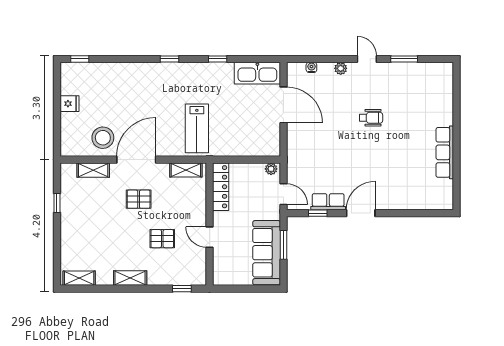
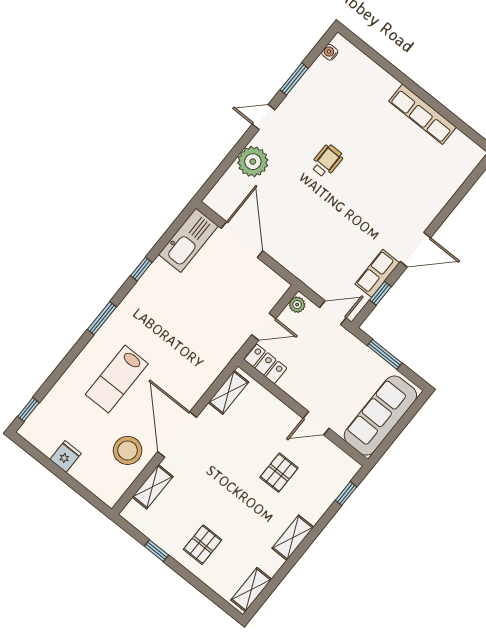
window: (169, 59) -> (102, 318), width x1.50
water cooler: (311, 67) -> (330, 52), moved
plant: (341, 68) -> (253, 162), width x1.87, depth x1.87
door: (283, 105) -> (242, 240), hinge flipped
lab bench: (197, 128) -> (117, 379), moved, turned 90
door: (242, 160) -> (264, 327), added
locker: (221, 187) -> (265, 364), width x0.66
pallet: (139, 199) -> (203, 545), moved
door: (361, 213) -> (416, 250), swing flipped
sofa: (267, 253) -> (380, 416), moved, turned 90

